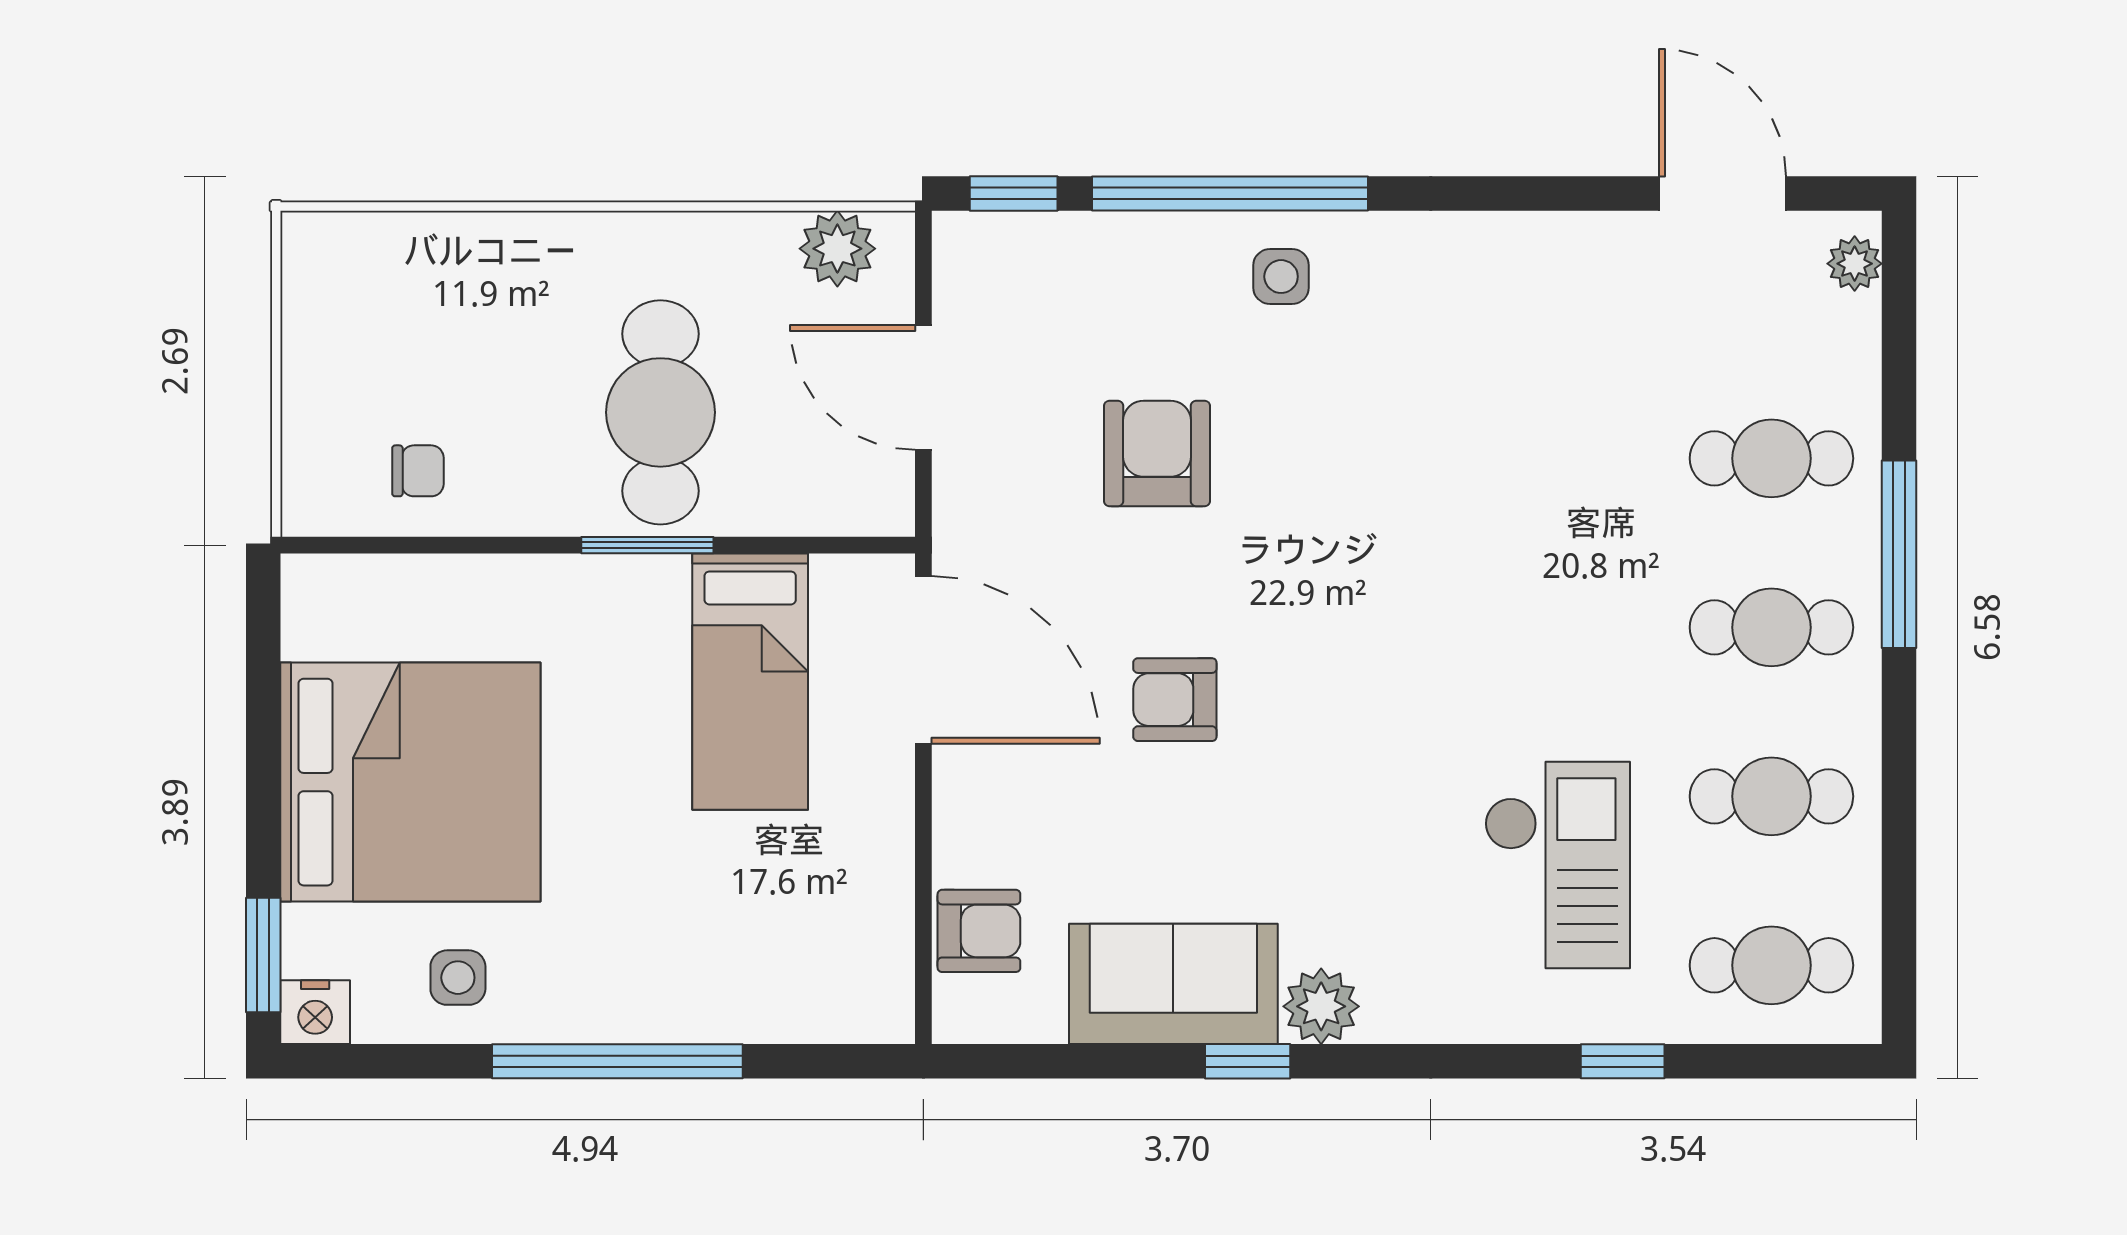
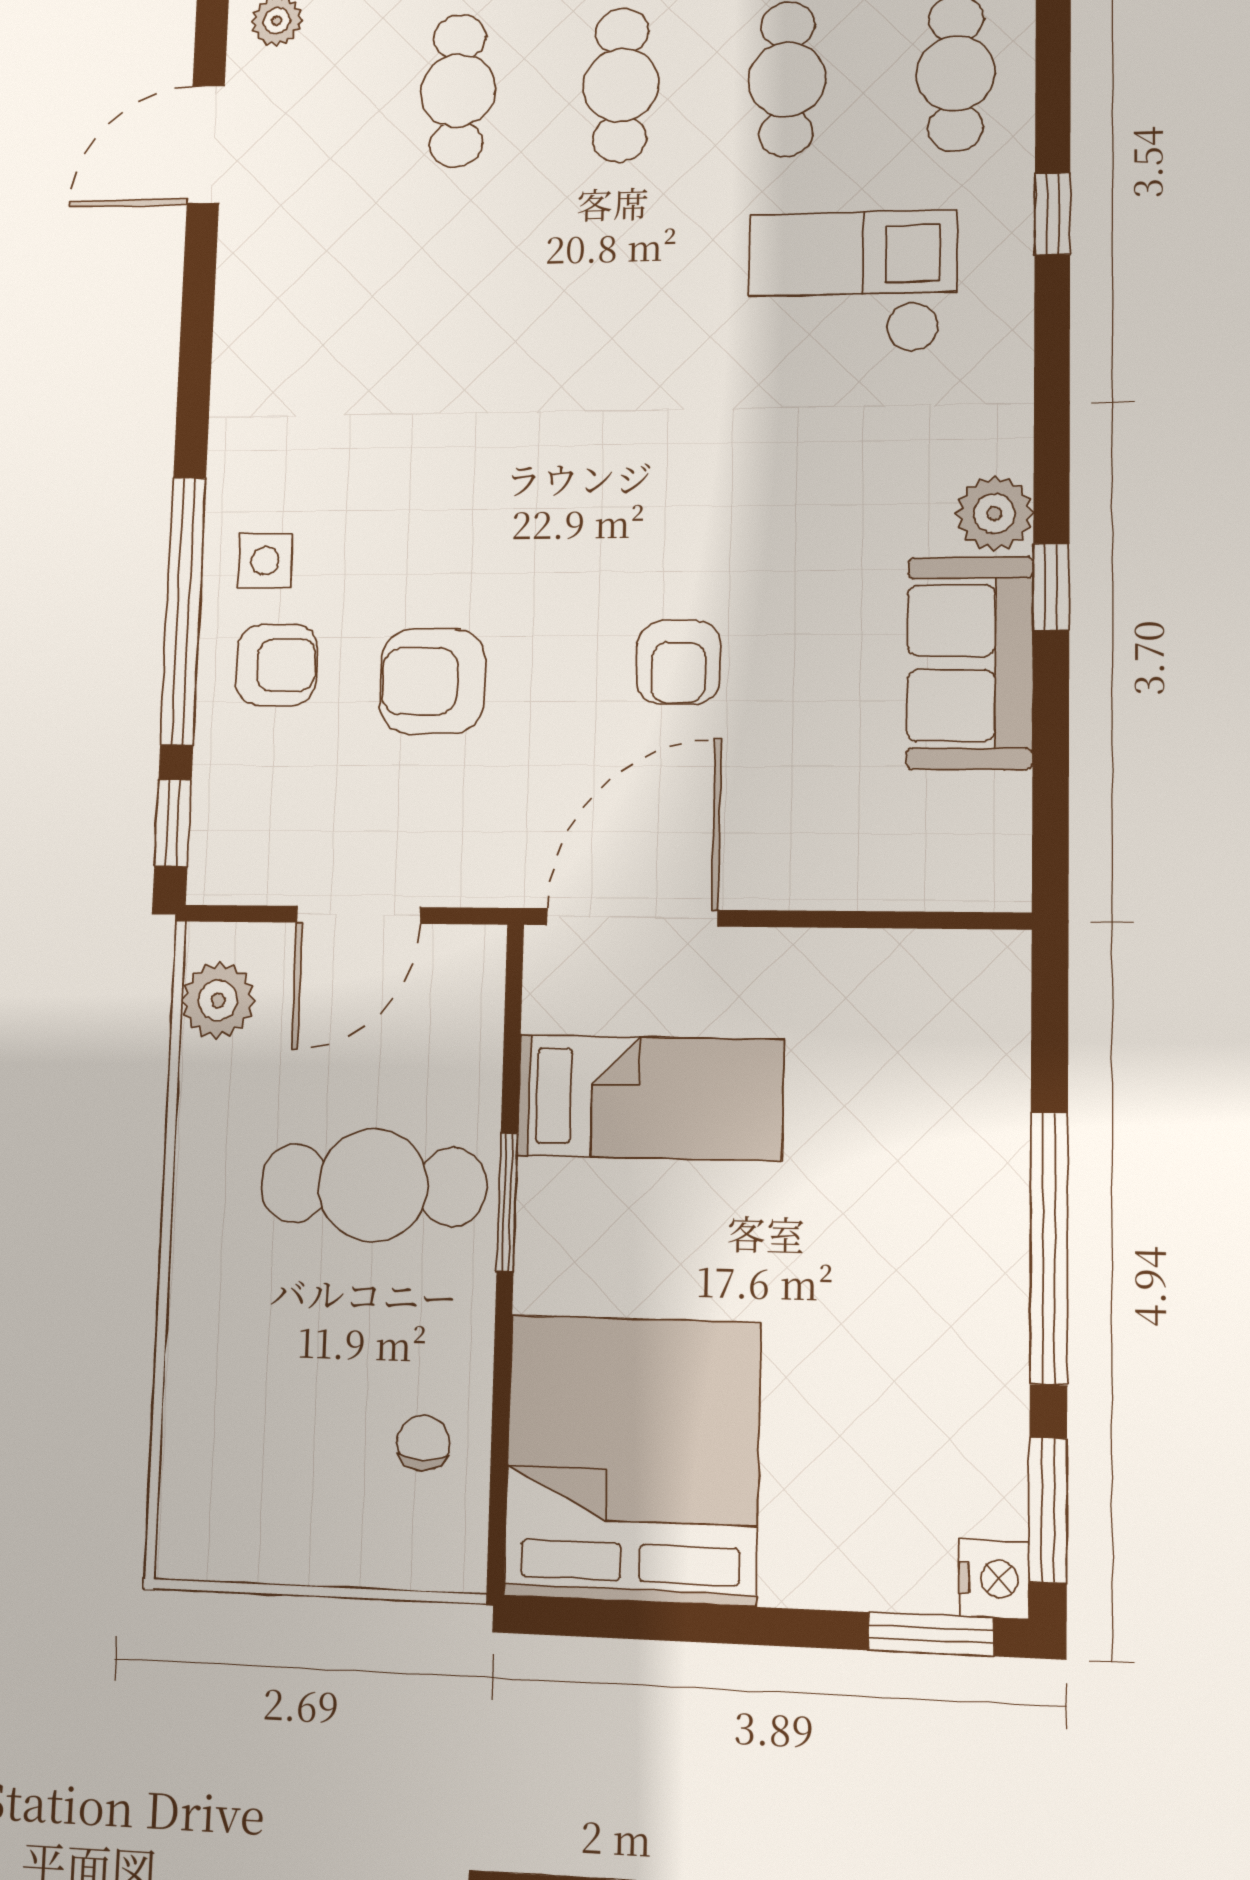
bed: (410, 782) -> (632, 1459), moved
armchair: (979, 931) -> (277, 665), moved, turned 90
side table: (458, 978) -> (957, 1419), removed
window: (379, 1061) -> (1048, 1510), added

